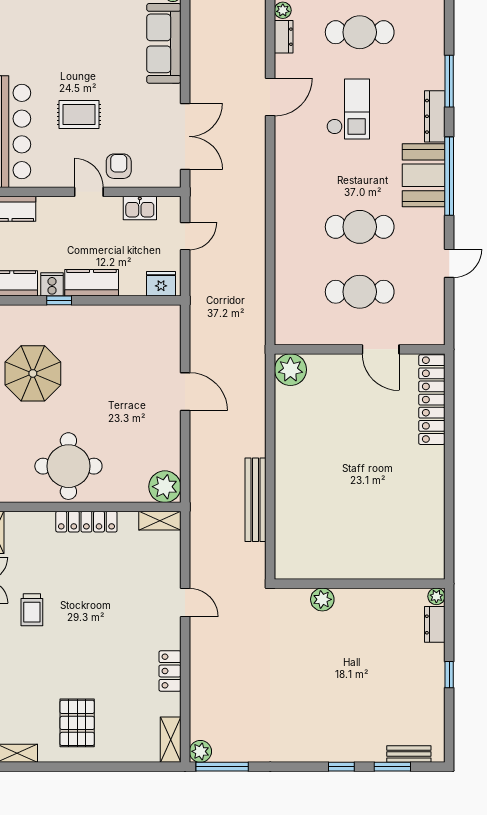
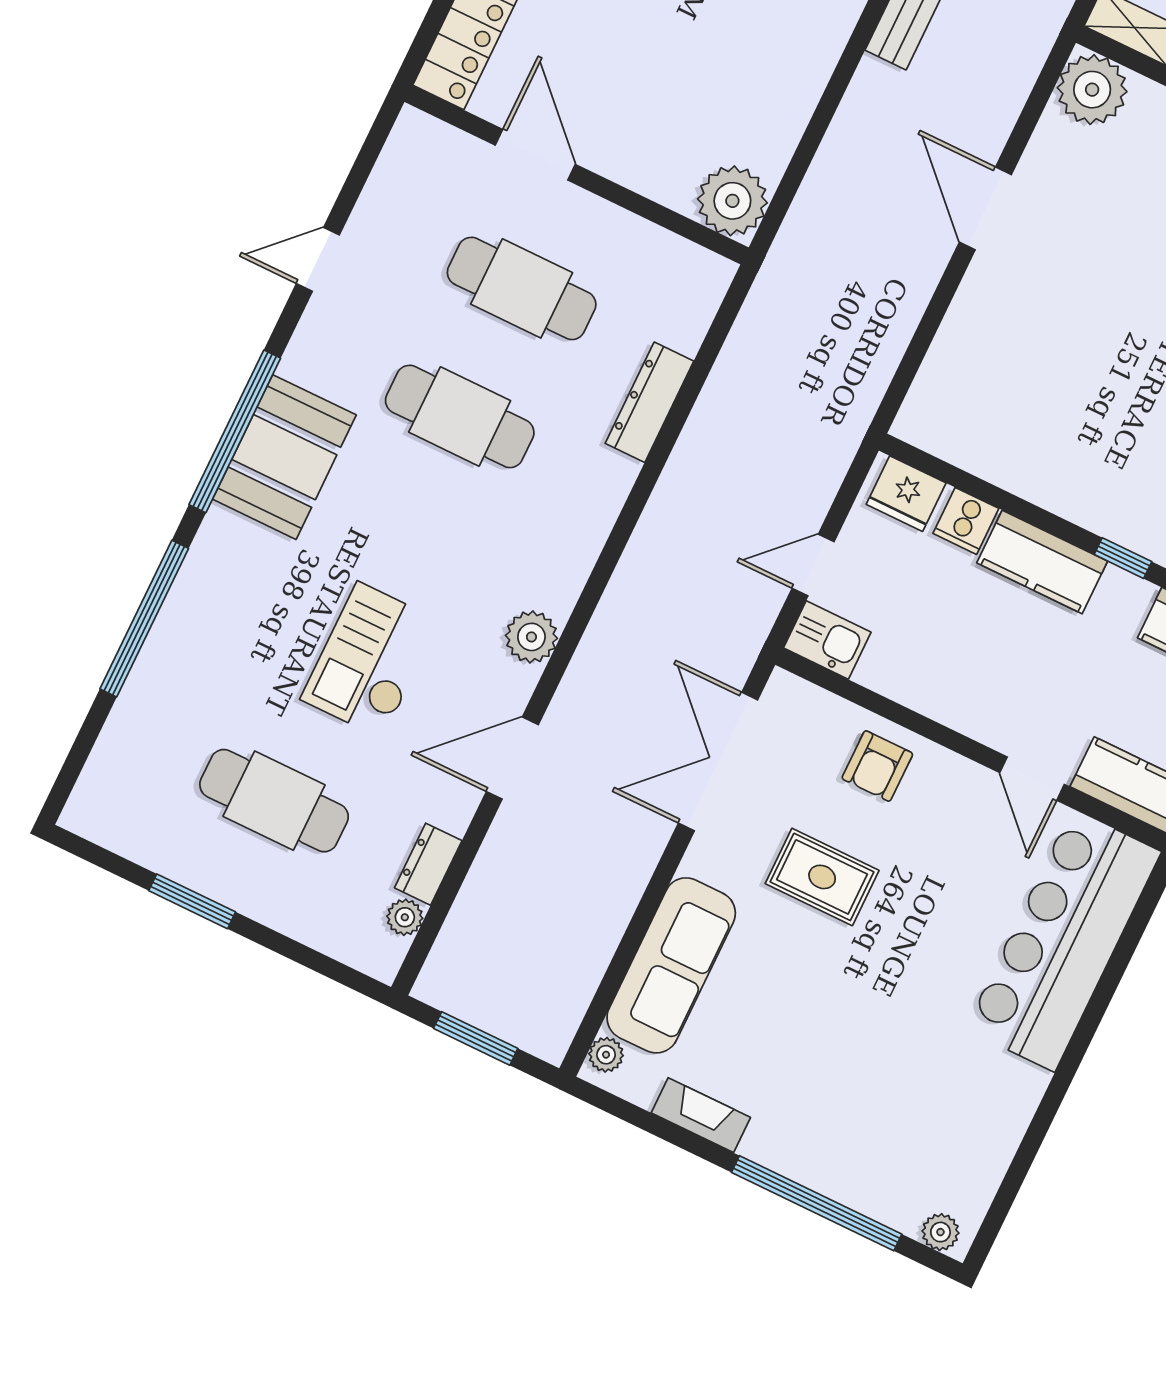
window: (449, 81) -> (144, 619), width x1.46
rug: (79, 115) -> (822, 877), moved
dresser: (435, 116) -> (649, 402), moved, turned 180
plant: (286, 151) -> (531, 637), added
door: (89, 192) -> (1032, 779), moved
kitchen sink: (140, 208) -> (827, 640), moved
cooker: (52, 284) -> (966, 521), moved
door: (185, 392) -> (985, 208), moved

